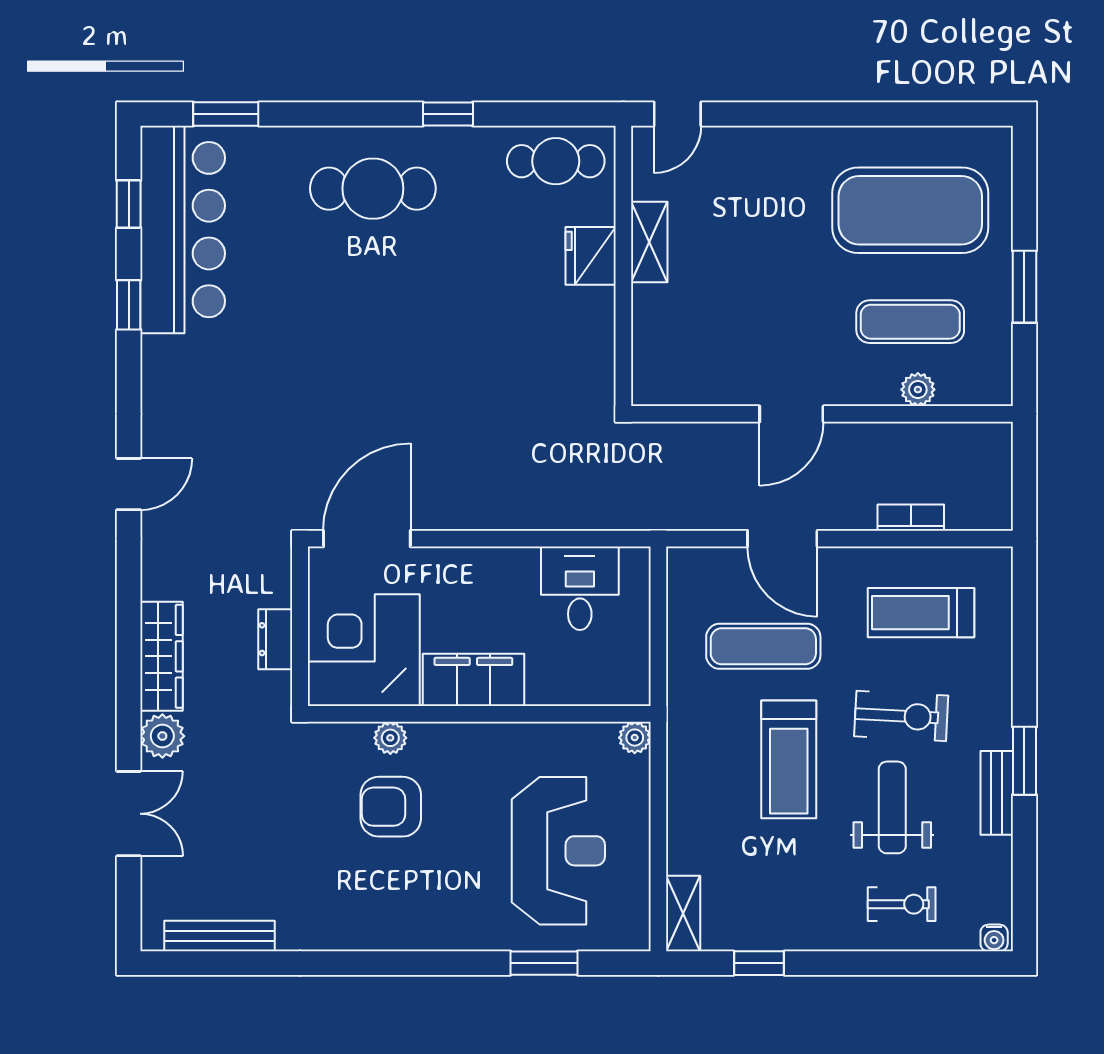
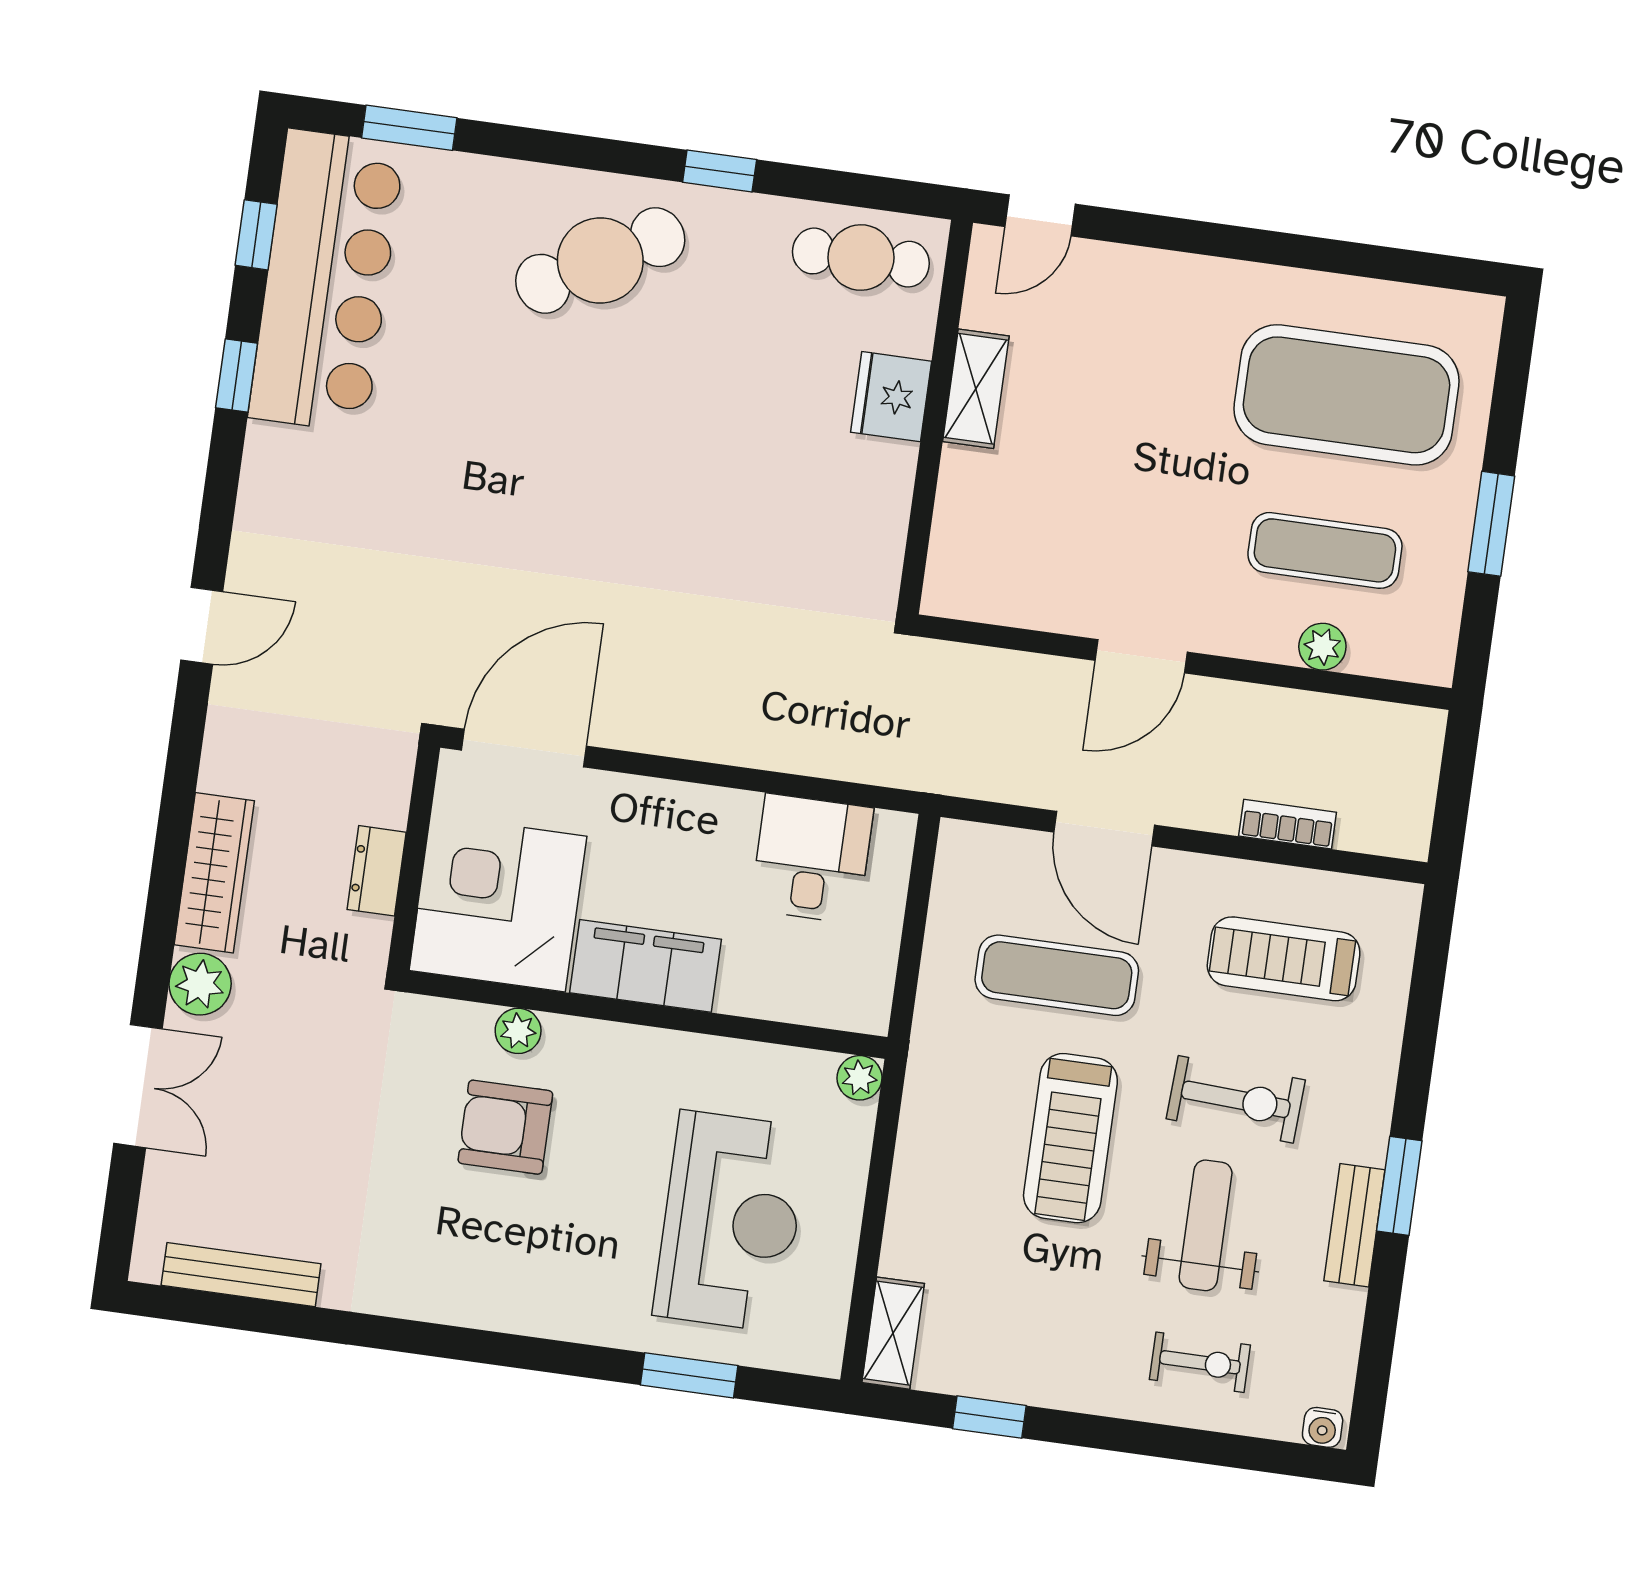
cafe table: (373, 189) -> (600, 260), turned -30

